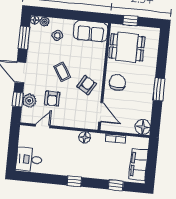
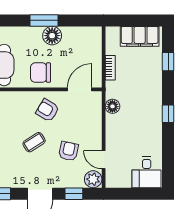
armchair: (52, 99) -> (68, 151), turned -78
plant: (29, 101) -> (93, 179), moved
floor lamp: (143, 127) -> (52, 36), moved

